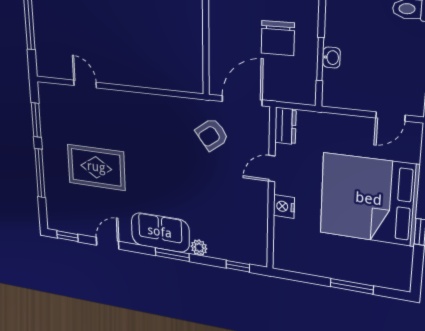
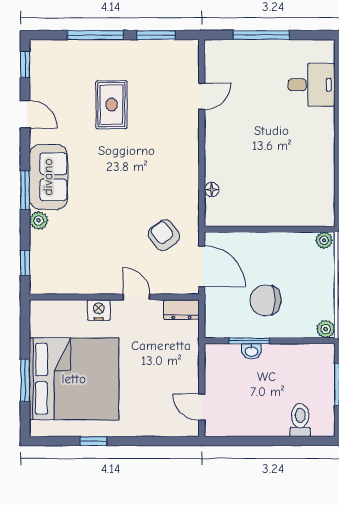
floor lamp: (168, 83) -> (212, 190), added
rug: (96, 167) -> (112, 105), width x0.73, depth x0.70
bed: (369, 199) -> (74, 379), moved, turned 90

